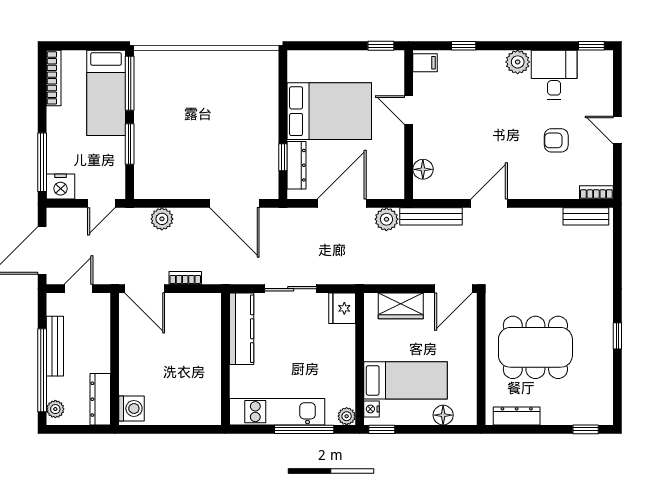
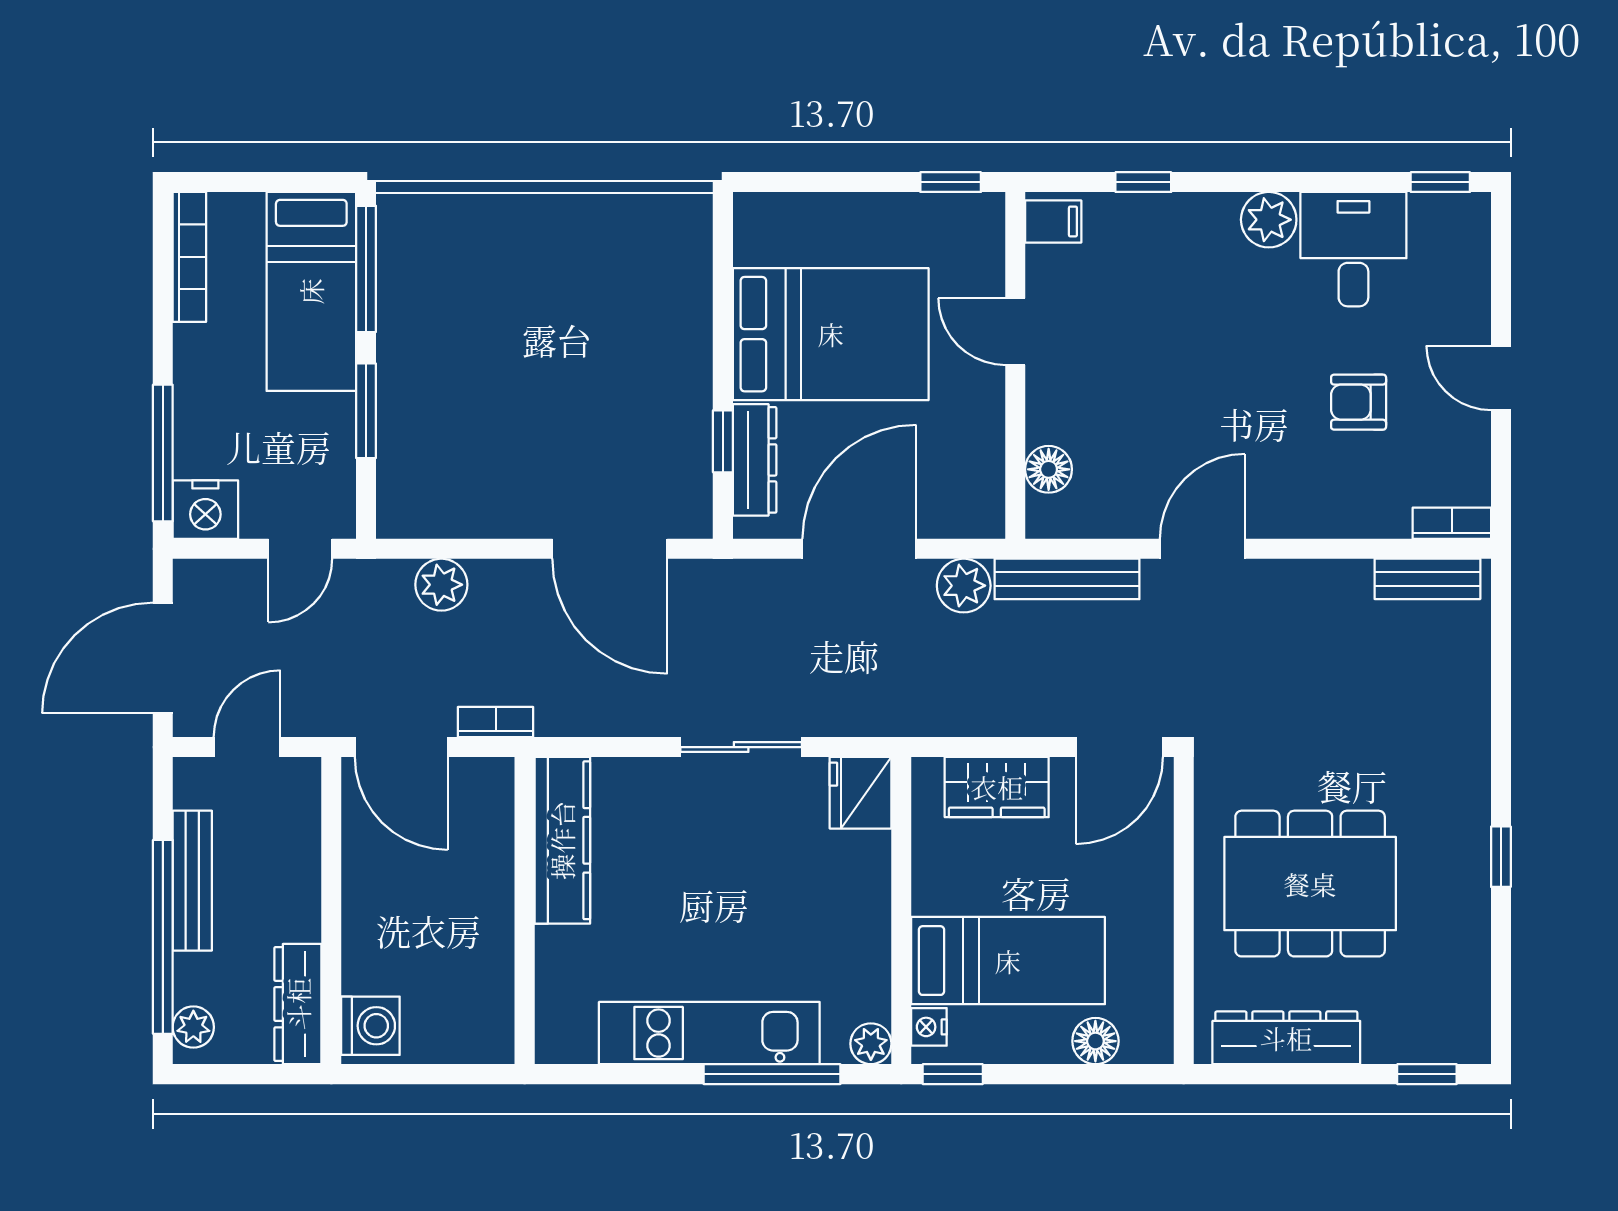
kitchen counter: (242, 329) -> (562, 840), moved
wall: (225, 359) -> (525, 911), moved
dresser: (517, 416) -> (1286, 1038), width x1.37, depth x1.24

